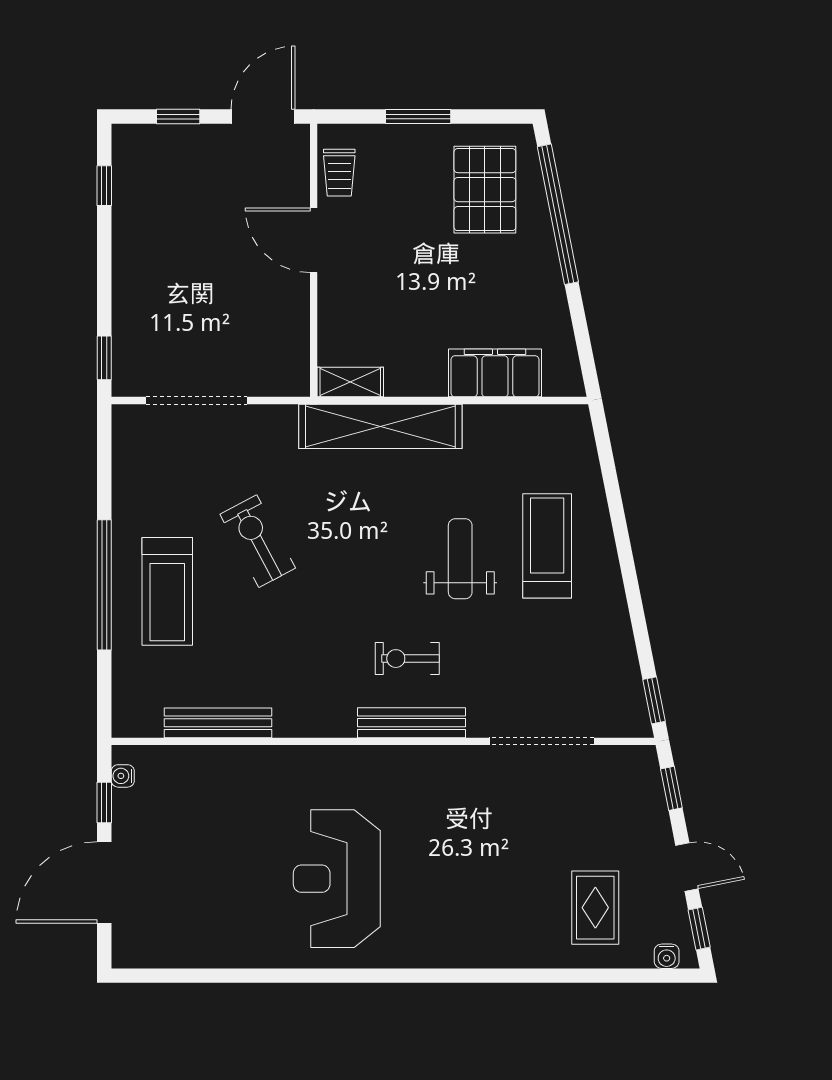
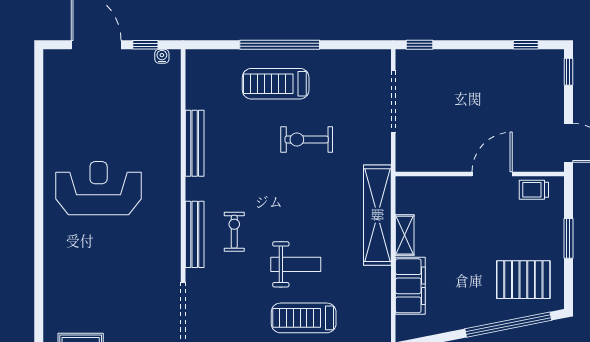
window: (178, 117) -> (568, 72), moved
shelving: (350, 382) -> (405, 235), moved
exercise bike: (258, 541) -> (307, 139), turned -152
treadmill: (547, 546) -> (304, 318), turned 180
bench: (218, 723) -> (195, 143), moved

